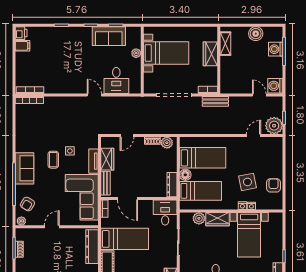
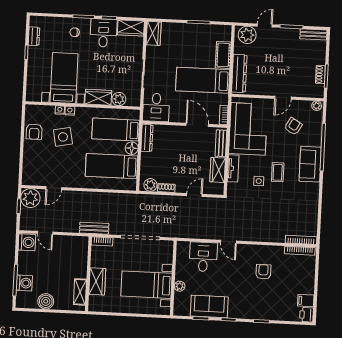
armchair: (62, 70) -> (263, 272), added
armchair: (27, 204) -> (293, 126), moved

